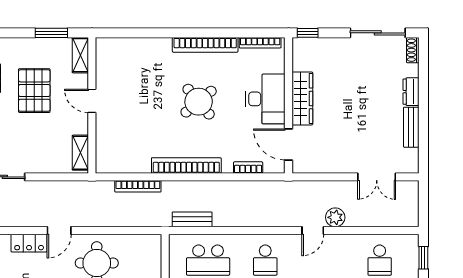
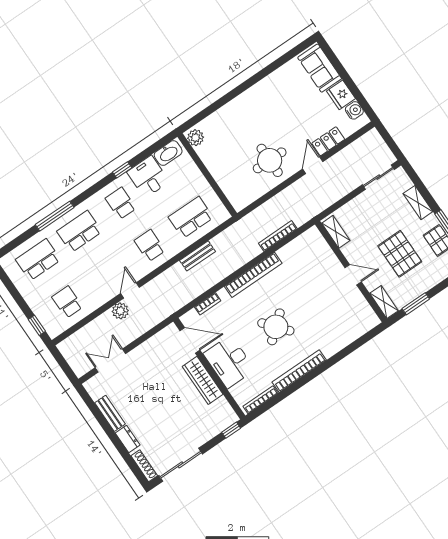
shoe rack: (413, 50) -> (144, 466), width x1.43
bench: (192, 219) -> (197, 256), moved

